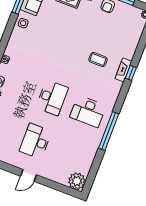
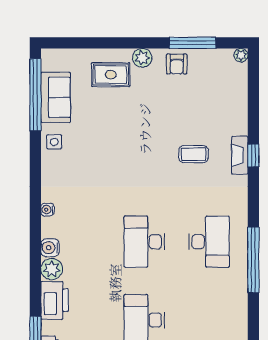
desk: (52, 98) -> (144, 242), turned 180
desk: (88, 111) -> (209, 242), turned -90

